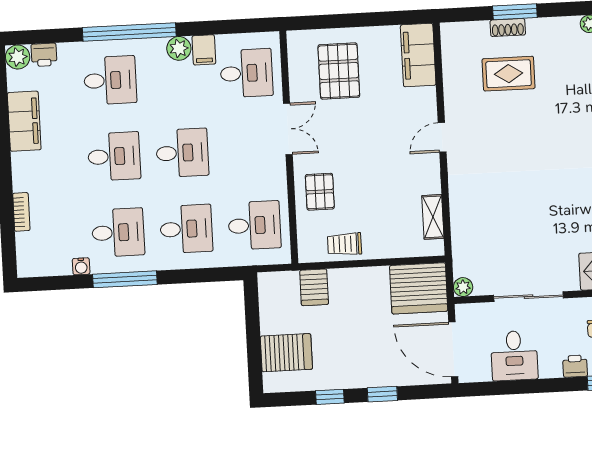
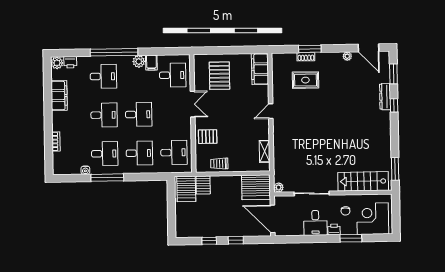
pallet: (320, 192) -> (208, 137), turned 90
server rack: (286, 353) -> (186, 189), moved, turned 90
desk: (514, 356) -> (315, 223), moved

